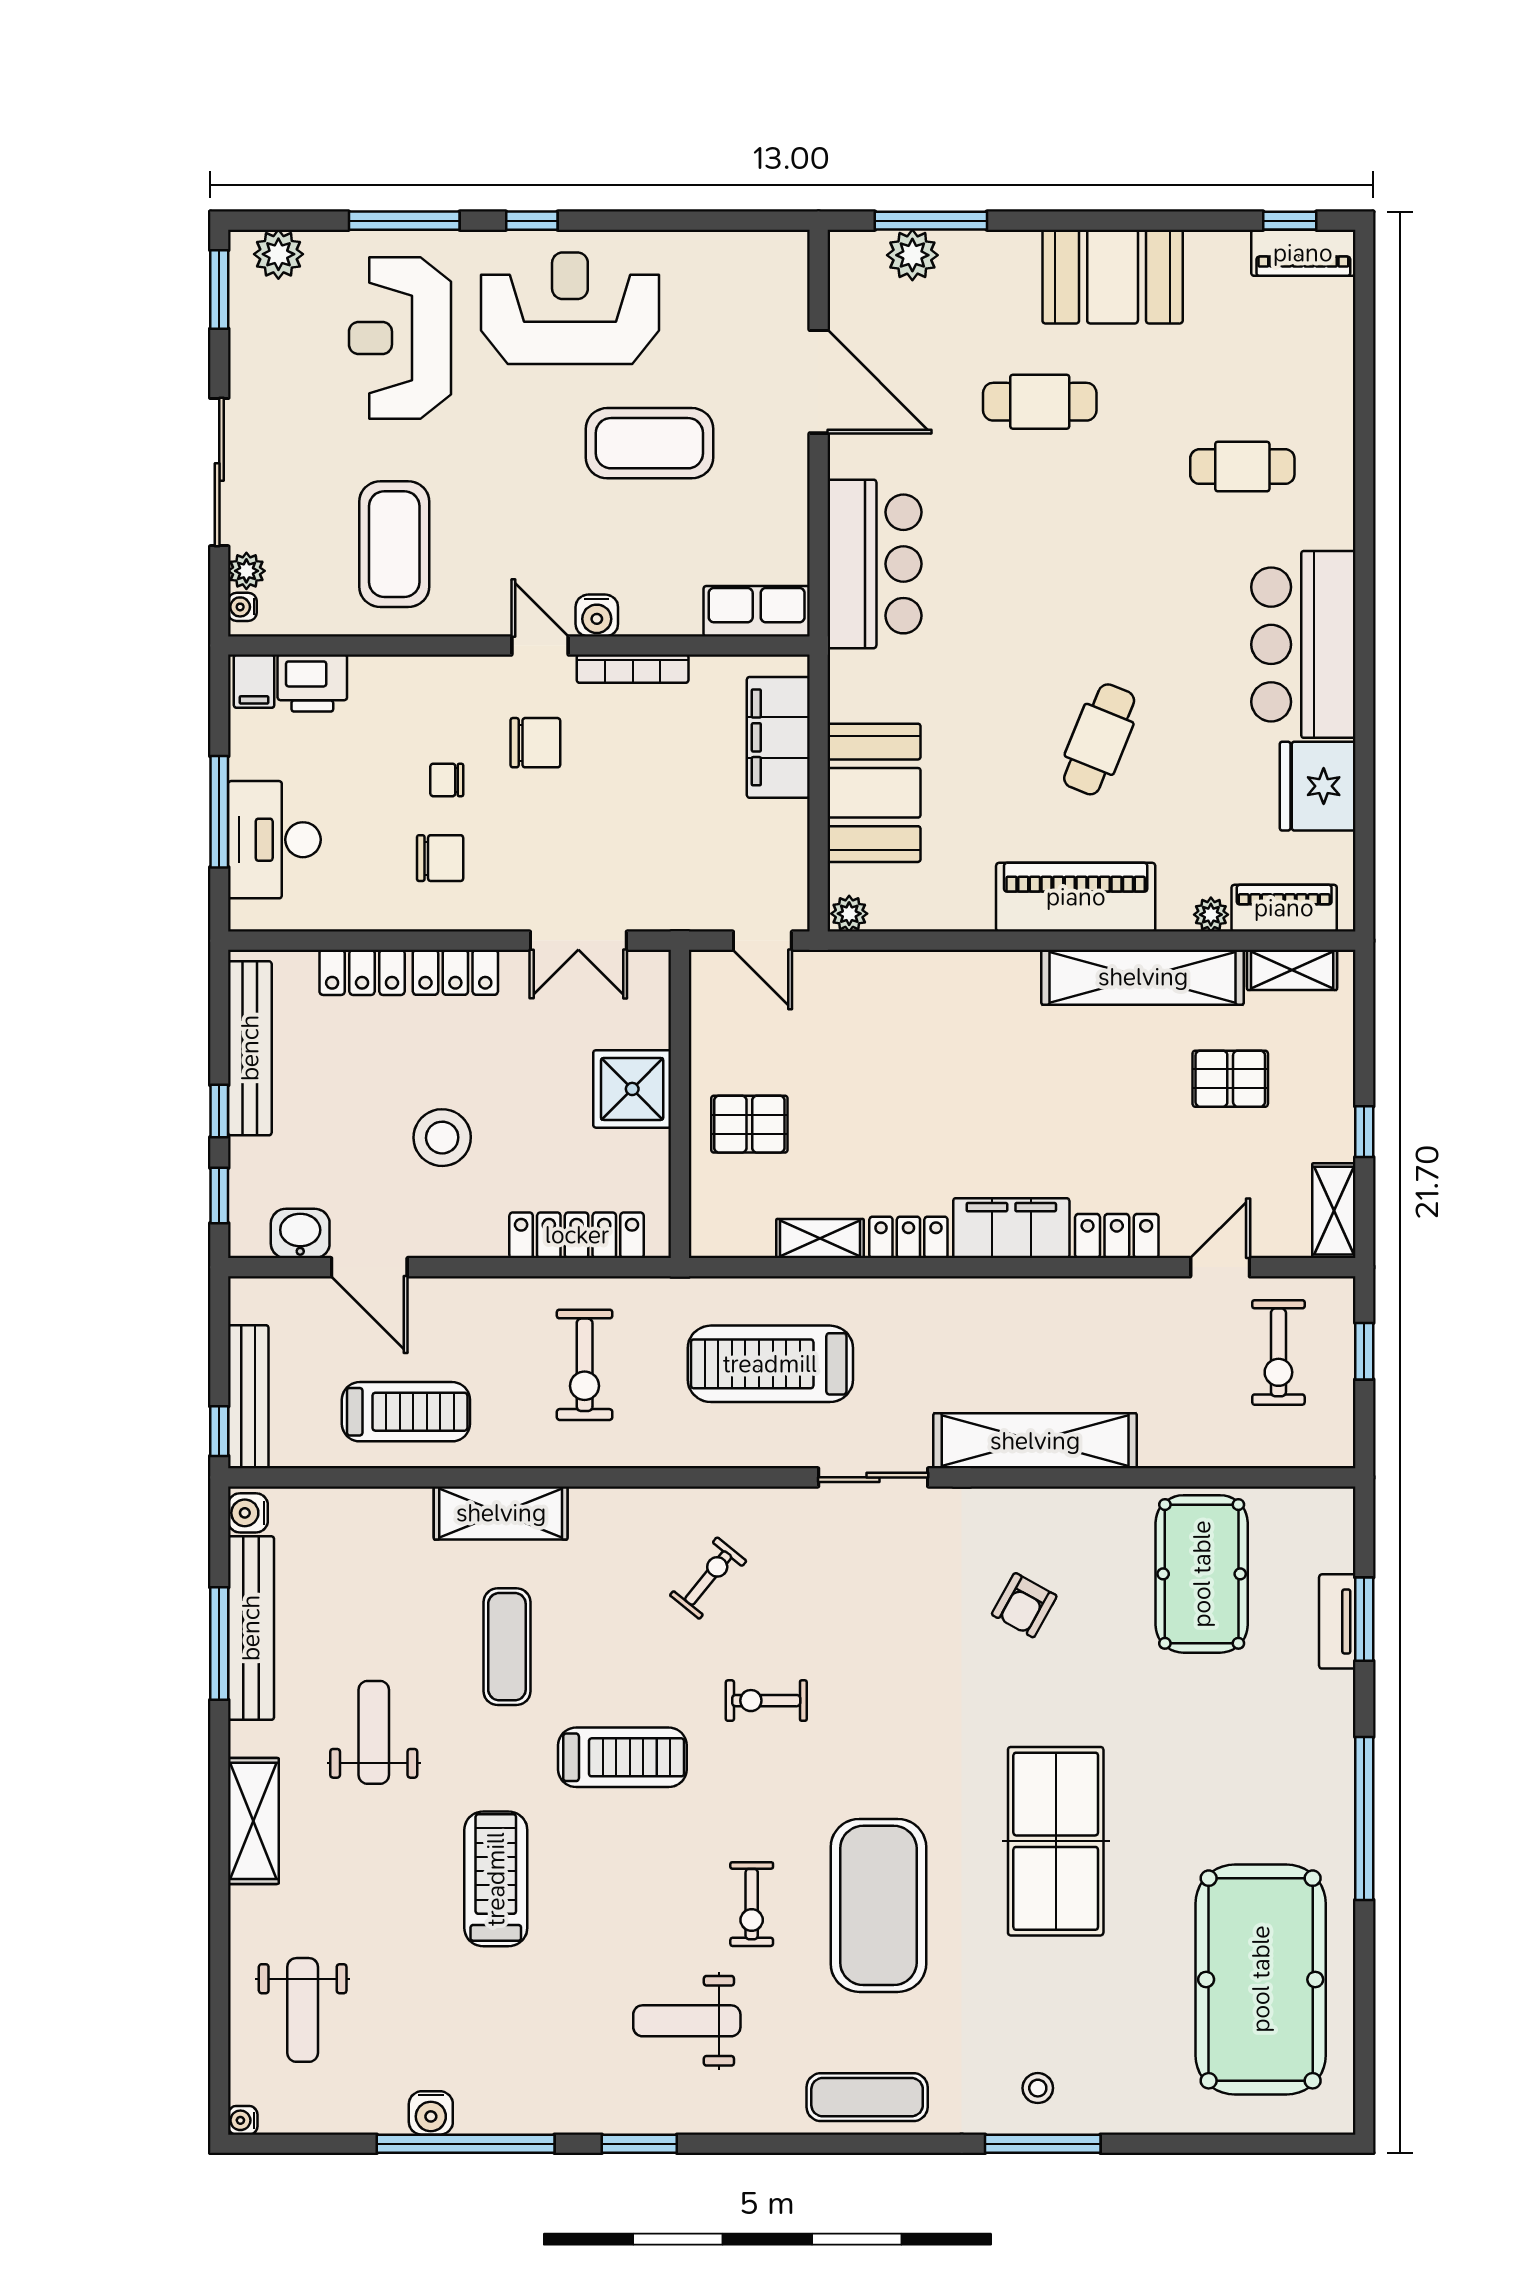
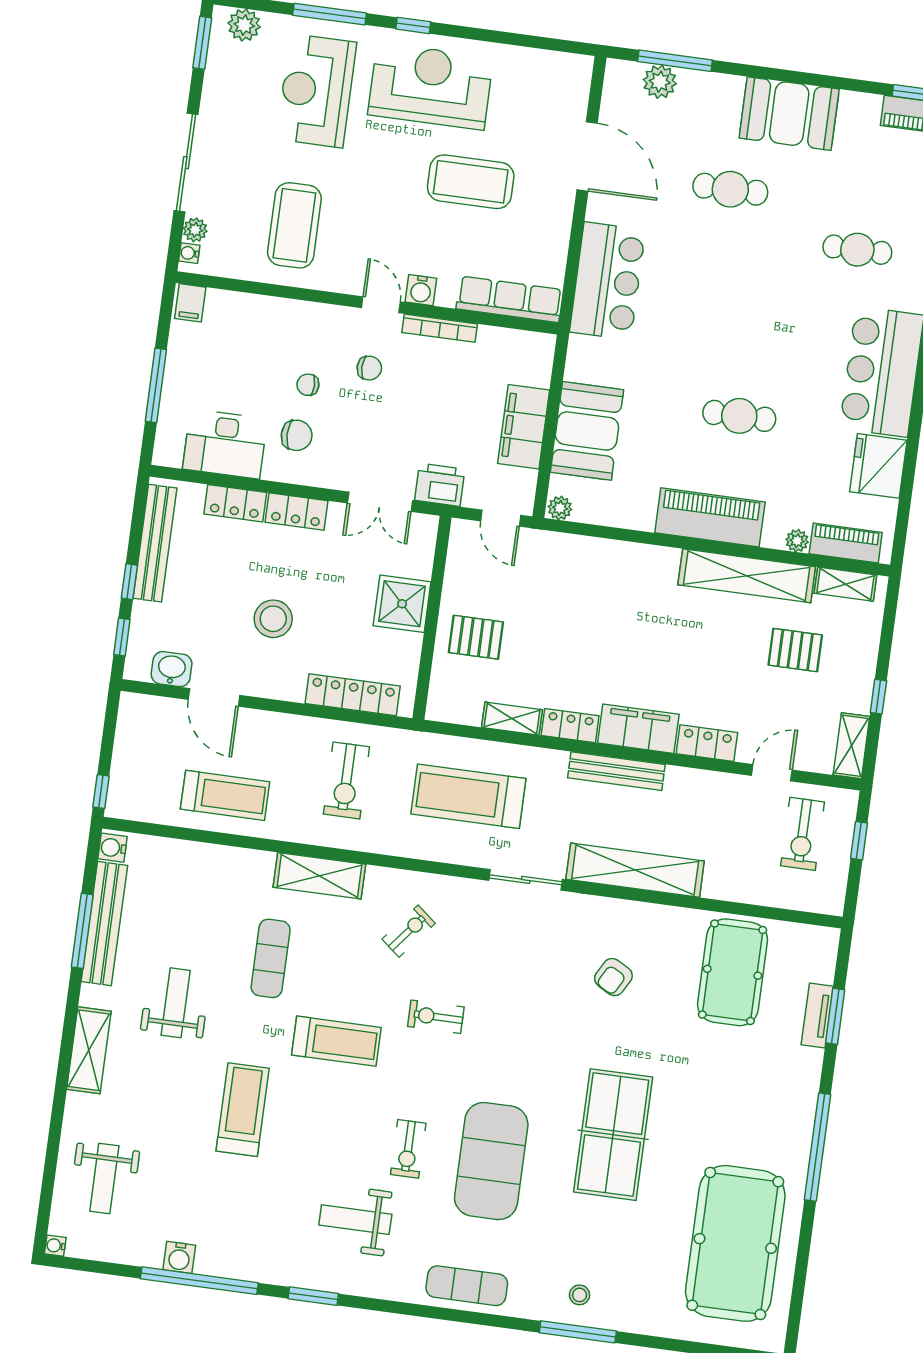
row of seats: (757, 611) -> (509, 299), width x1.48
printer: (312, 683) -> (440, 485), moved, turned 180
filing cabinet: (778, 737) -> (524, 427), moved
cafe table: (1099, 739) -> (739, 416), turned 68
chair: (535, 743) -> (369, 368), width x0.73, depth x0.73
desk: (274, 840) -> (225, 444), moved, turned -90
bench: (248, 1397) -> (616, 771), moved, turned 90
shelving: (501, 1513) -> (319, 876), moved

